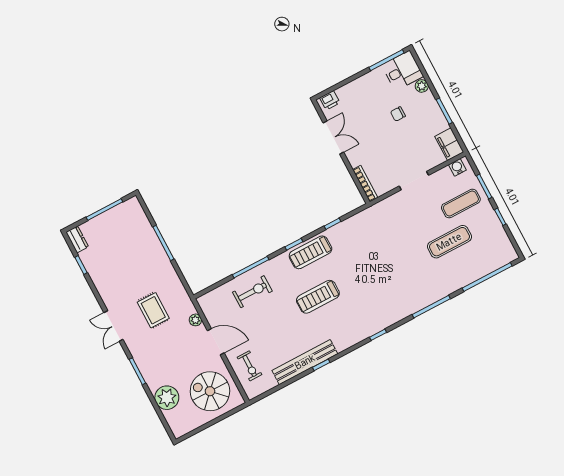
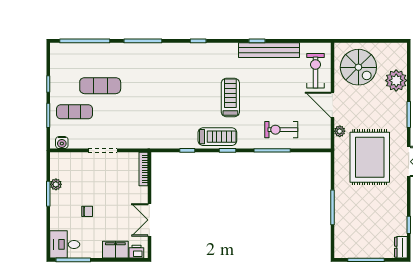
plant: (422, 86) -> (56, 184), moved
filing cabinet: (449, 144) -> (115, 250), moved, turned -90
treadmill: (318, 297) -> (230, 97), turned -90
rug: (153, 310) -> (370, 157), width x1.86, depth x2.06
exercise bike: (250, 366) -> (315, 71), width x1.38, depth x1.39

